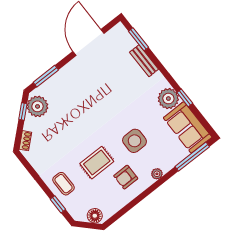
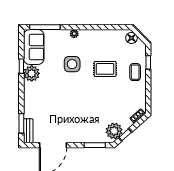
bench: (144, 61) -> (28, 131), moved
armchair: (126, 177) -> (95, 46), removed

